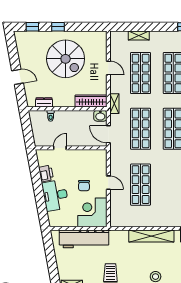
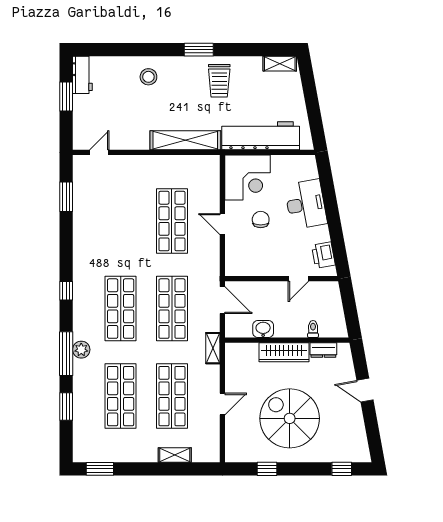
window: (58, 27) -> (267, 469), moved
door: (108, 68) -> (222, 404), swing flipped
wardrobe: (91, 101) -> (284, 352), moved
washbasin: (100, 116) -> (263, 329), moved
printer: (46, 174) -> (323, 255), moved
shelving: (151, 236) -> (185, 140), moved

